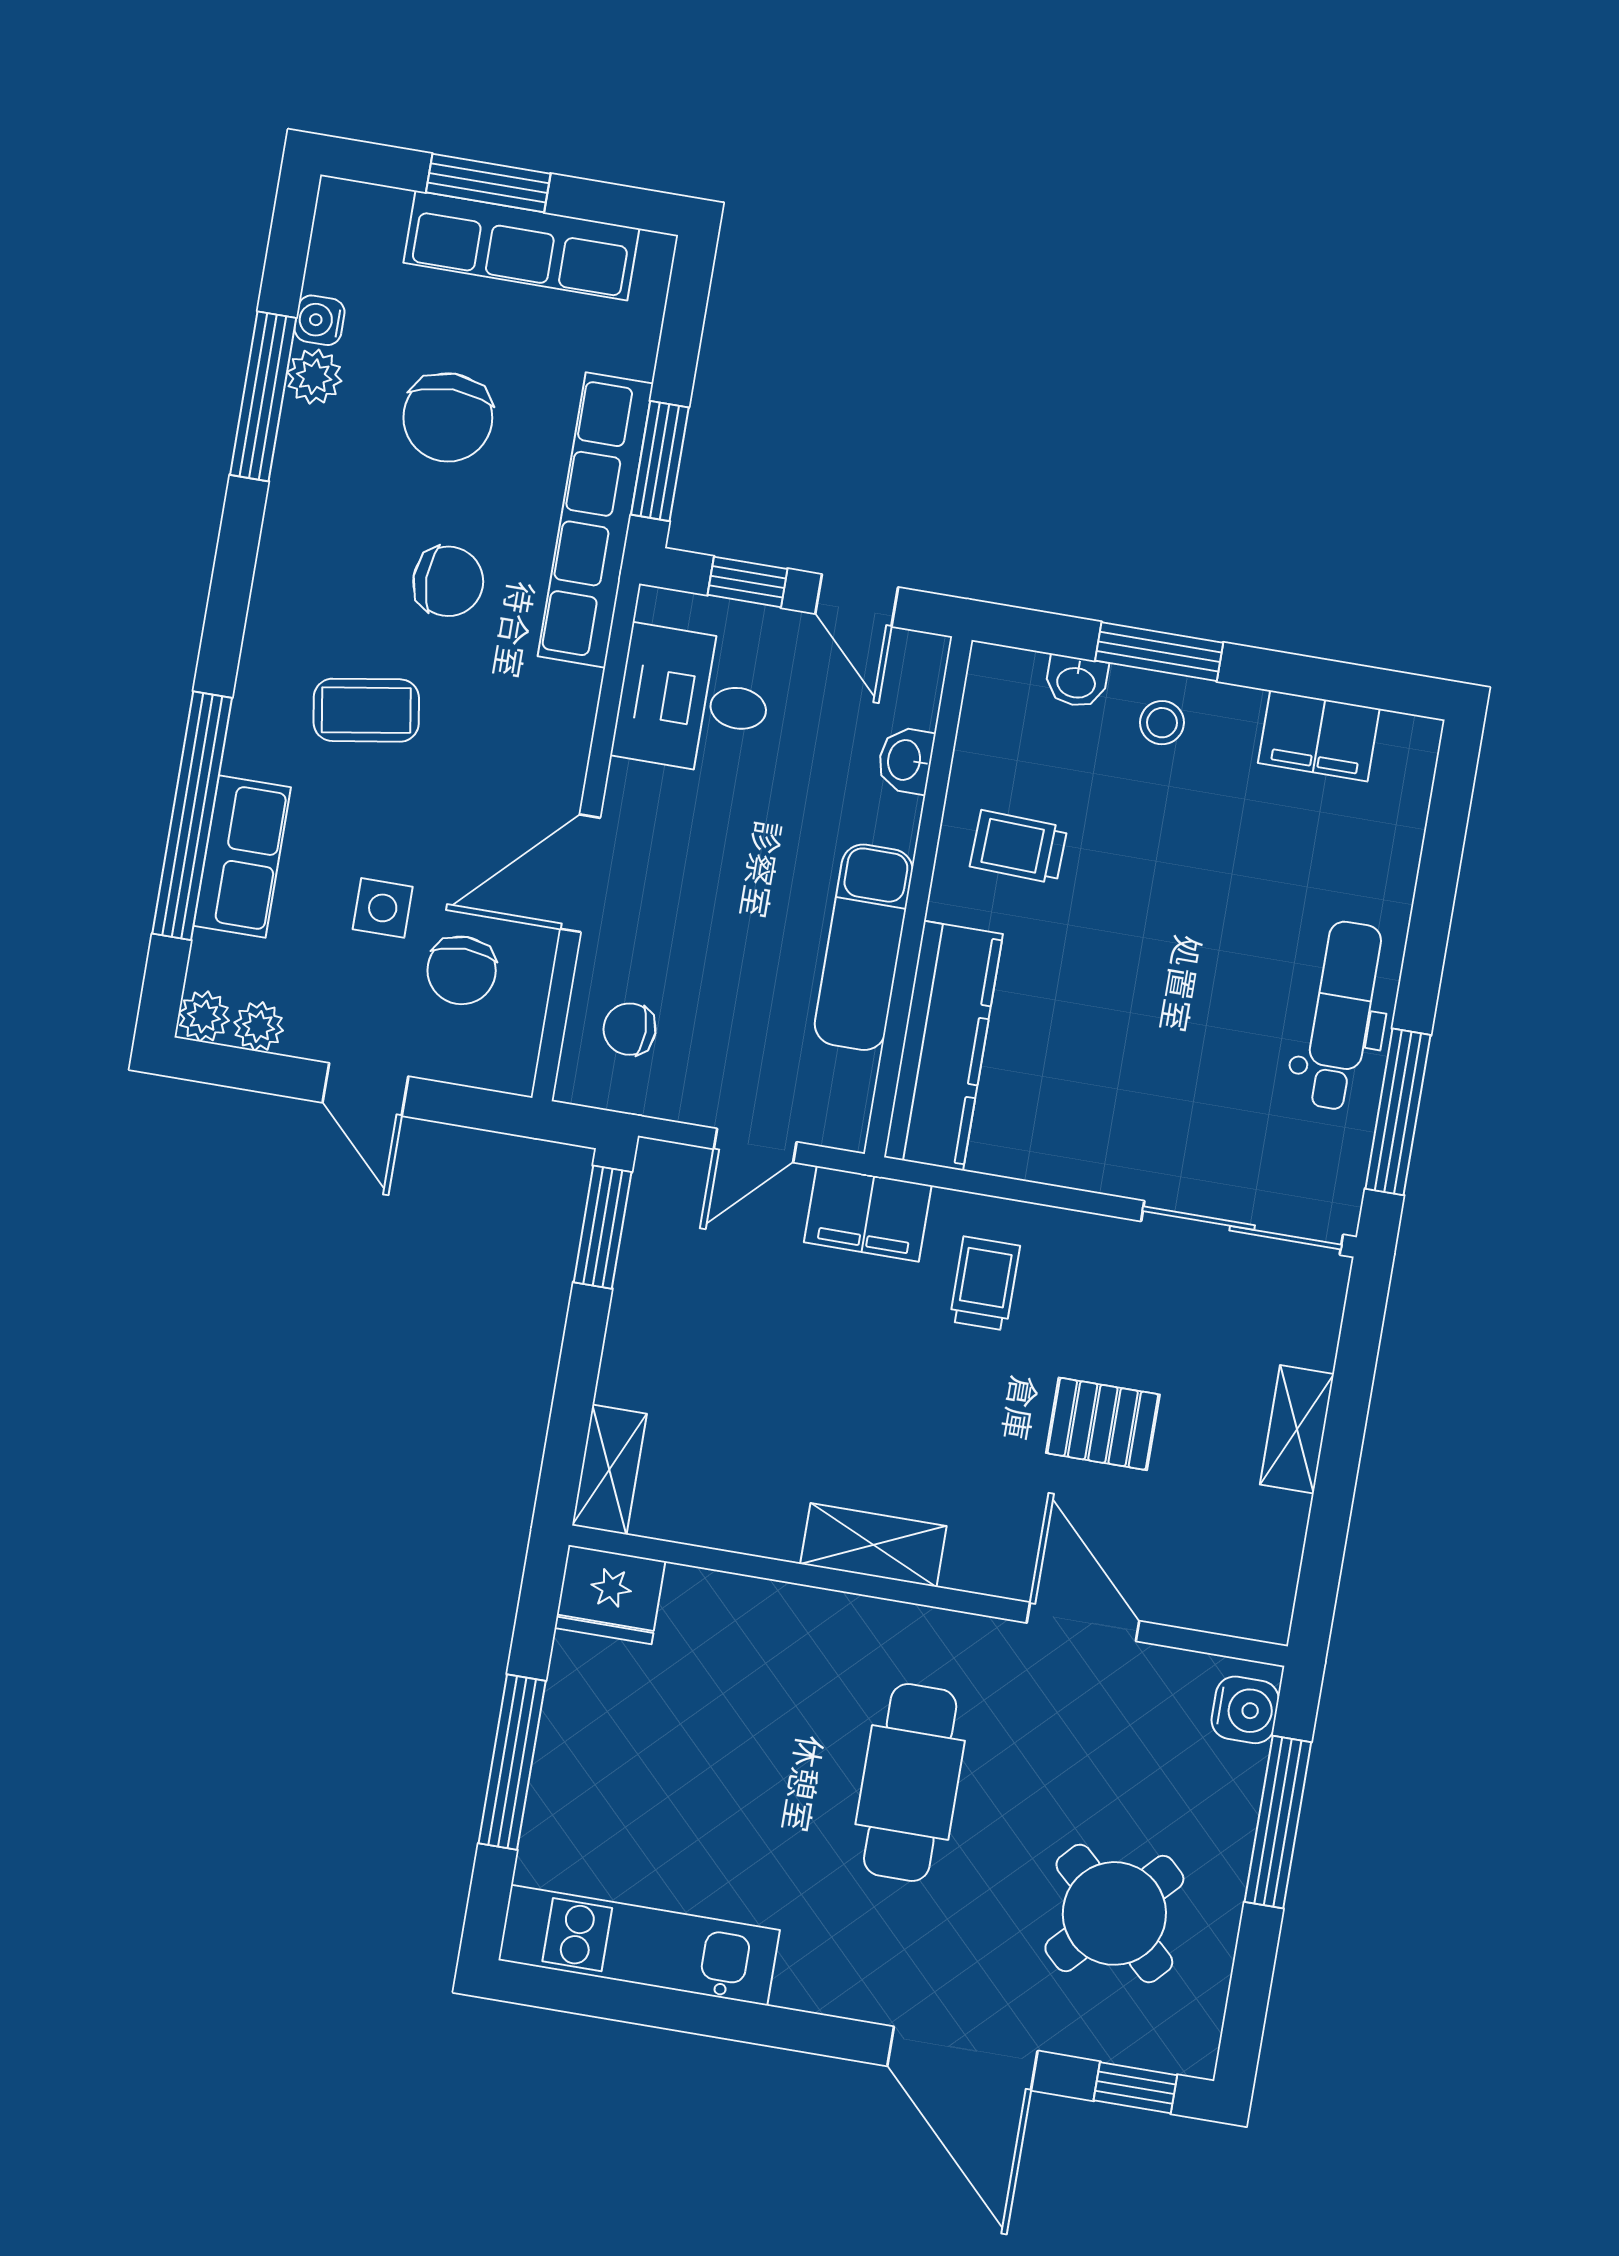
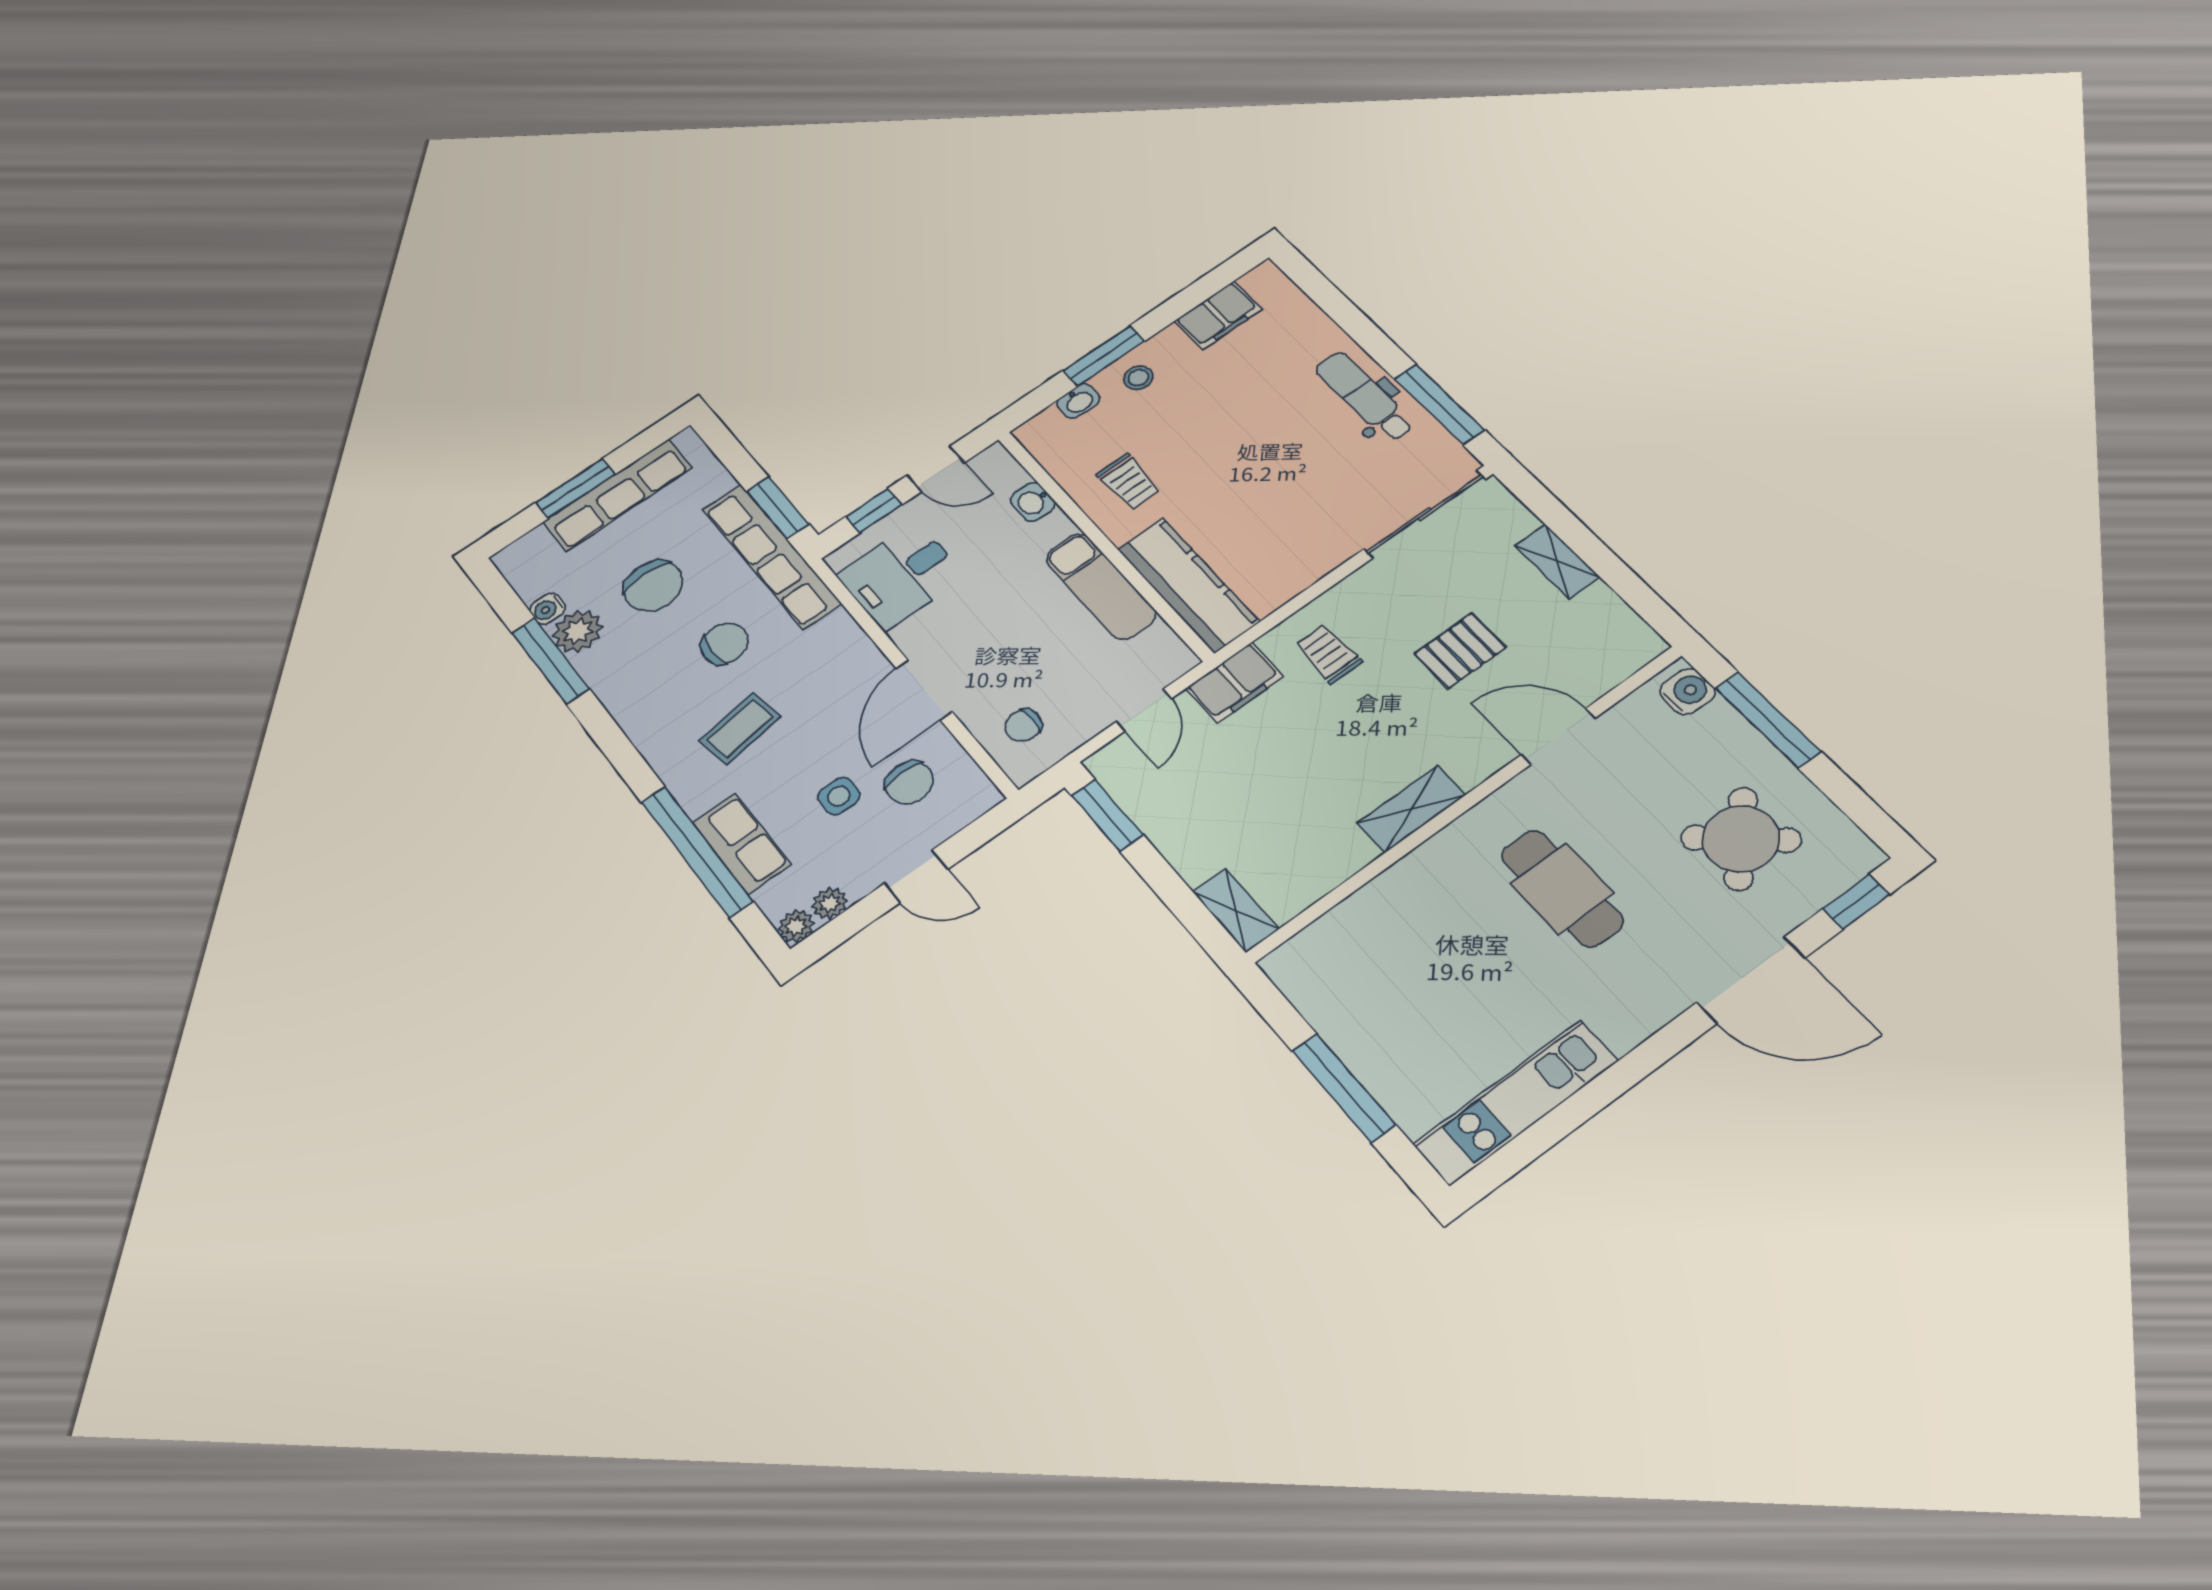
plant: (314, 377) -> (578, 631), width x1.38, depth x1.38
trolley: (1019, 847) -> (1128, 482), turned -92
fridge: (610, 1595) -> (1303, 963), removed

